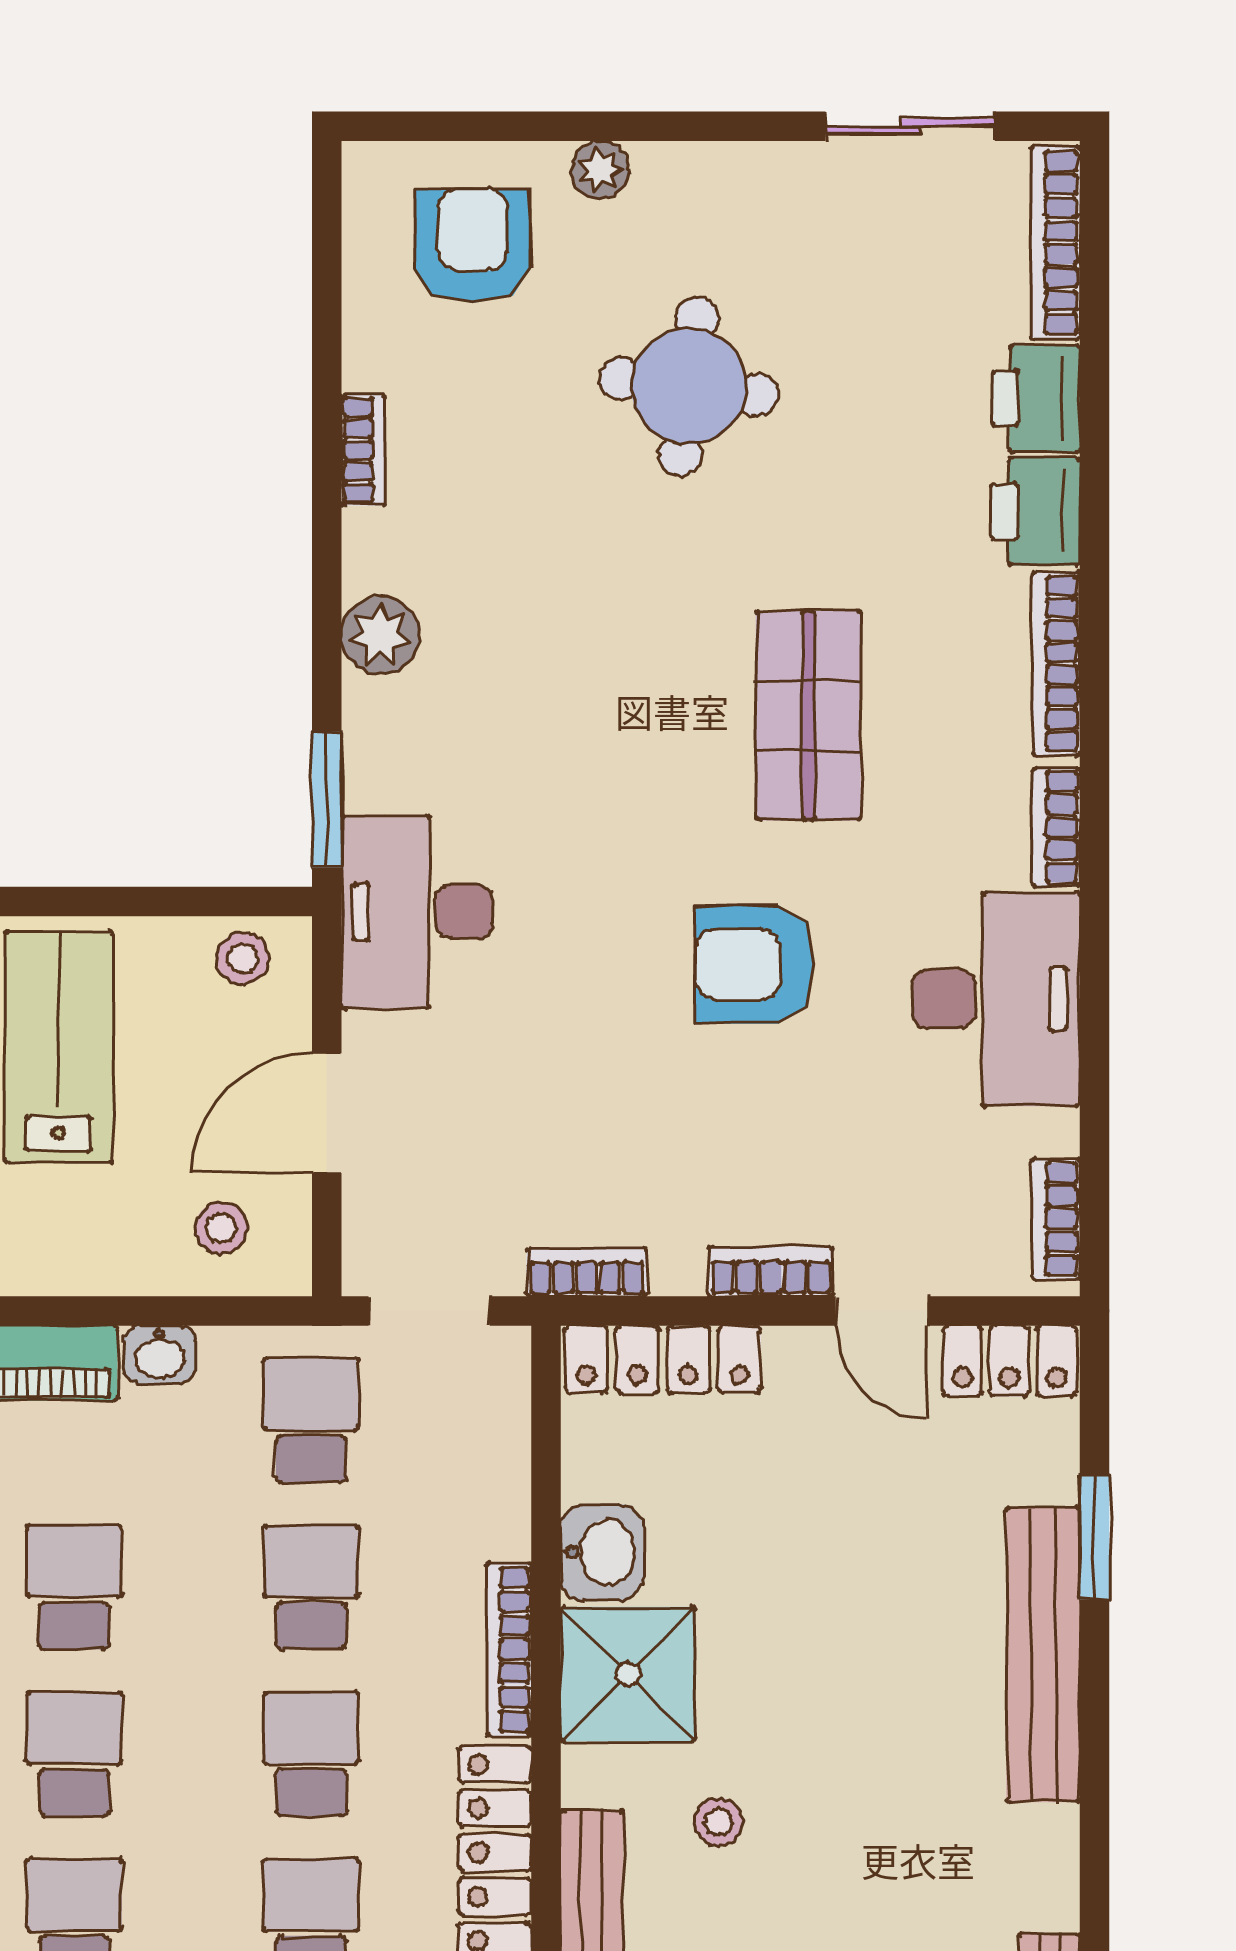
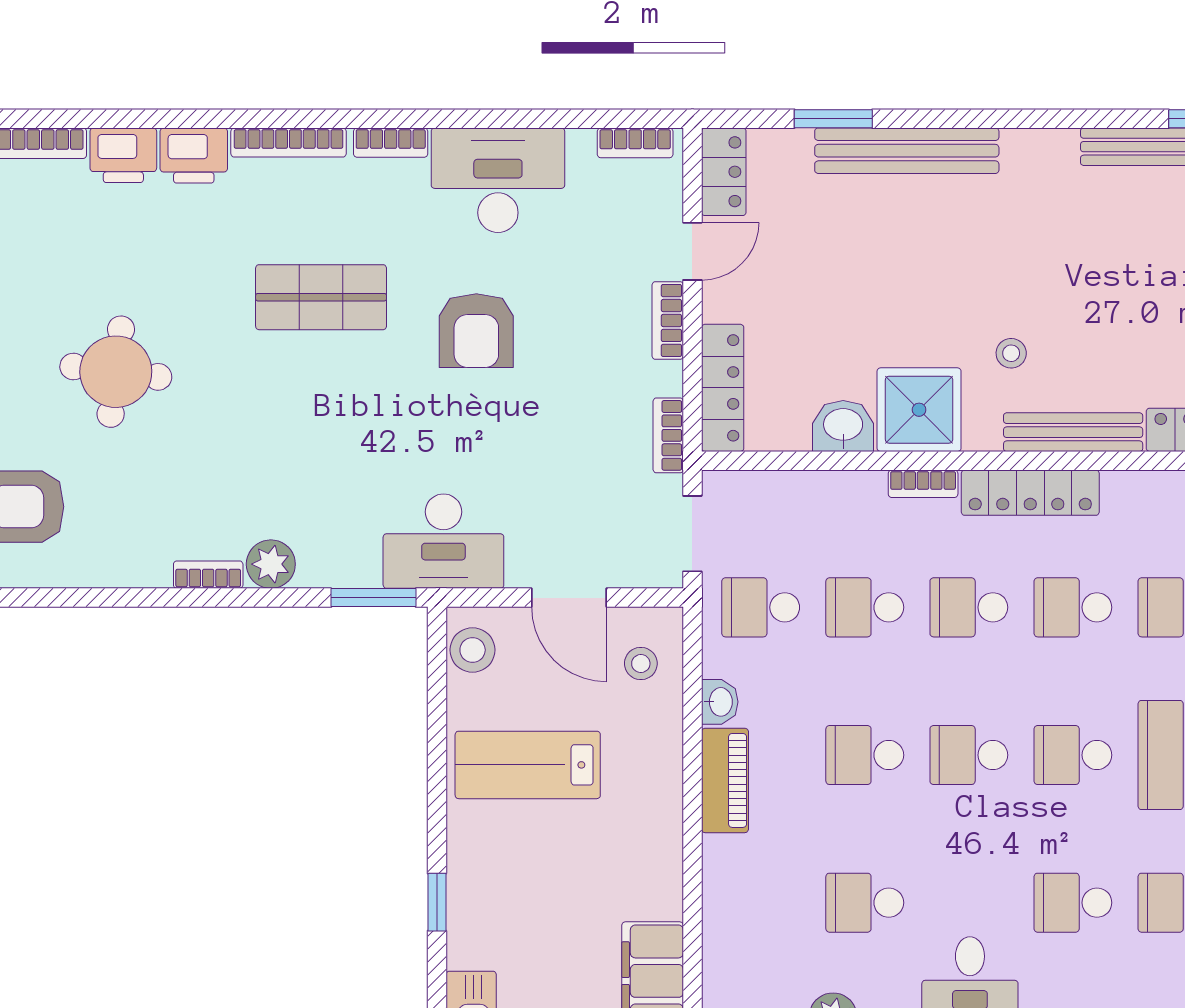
bookcase: (364, 450) -> (208, 575), moved
stool: (243, 958) -> (473, 650), width x1.37, depth x1.37
bookcase: (509, 1649) -> (923, 484), width x0.64

